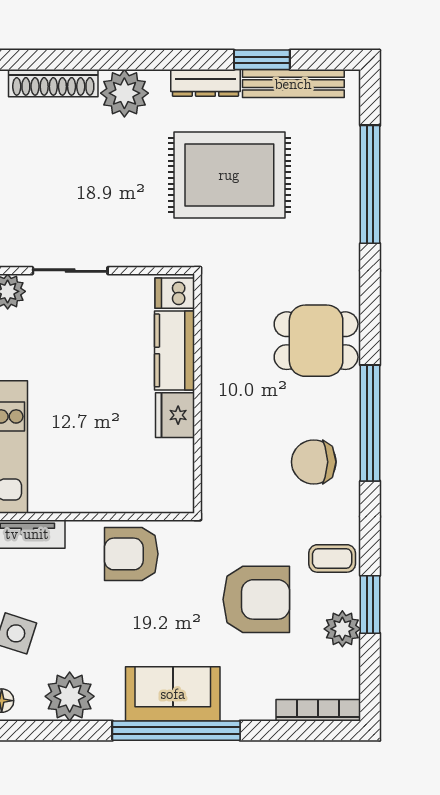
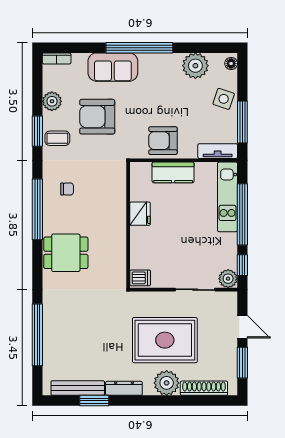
rug: (229, 175) -> (165, 340), moved
kitchen counter: (175, 350) -> (173, 172), moved, turned 90
chair: (314, 462) -> (67, 189), width x0.54, depth x0.54
armchair: (131, 554) -> (163, 141), turned 180
window: (370, 604) -> (37, 131), moved
sofa: (173, 694) -> (113, 67), moved
bookcase: (318, 710) -> (57, 58), width x0.64

